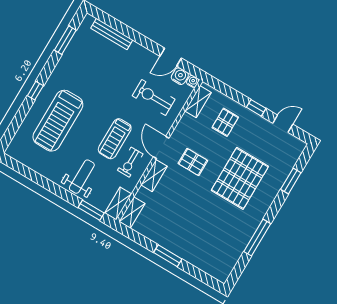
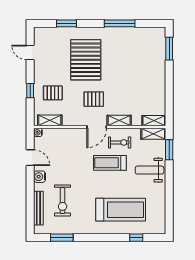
water cooler: (180, 76) -> (40, 177), moved
window: (35, 91) -> (136, 238), moved
exercise bike: (154, 97) -> (63, 201), moved
window: (256, 108) -> (30, 91), moved
treadmill: (115, 139) -> (110, 163), turned 180
pallet: (193, 162) -> (94, 99), turned 90
pallet: (240, 178) -> (86, 60), turned 90
window: (168, 256) -> (169, 49), moved

